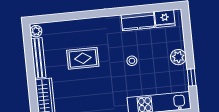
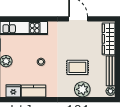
plant: (73, 30) -> (82, 89), added

